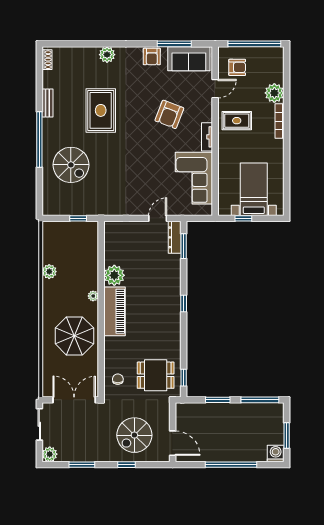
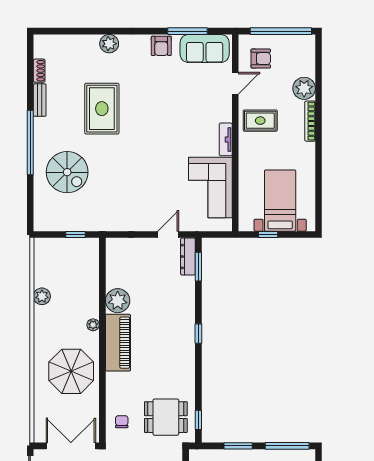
shoe rack: (47, 60) -> (39, 71), moved
armchair: (169, 114) -> (182, 113), removed

